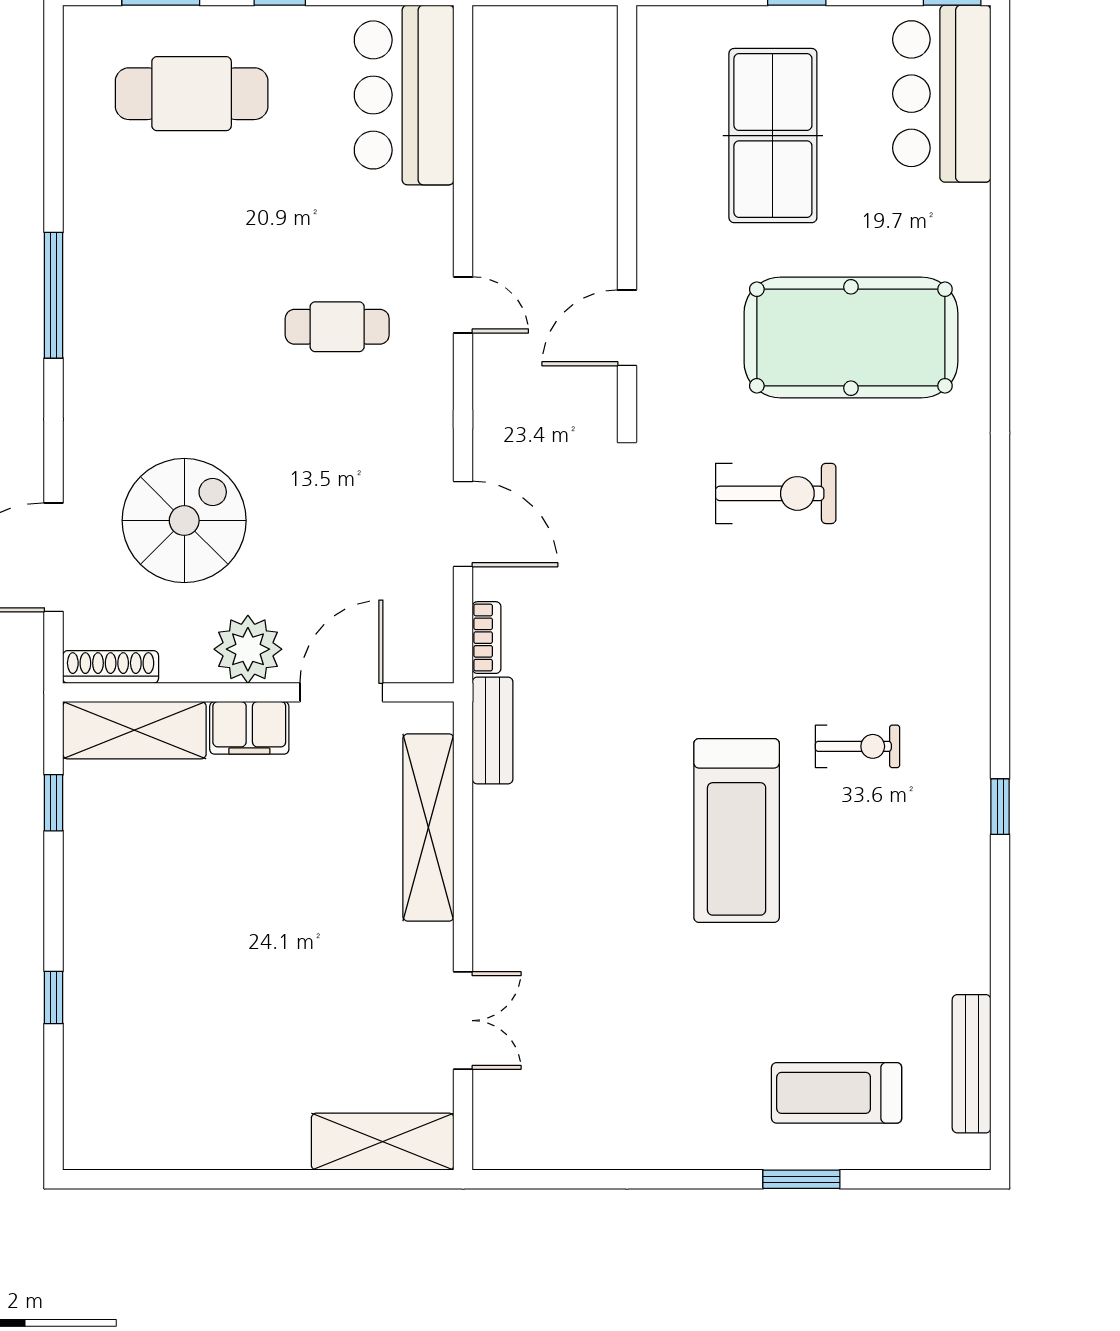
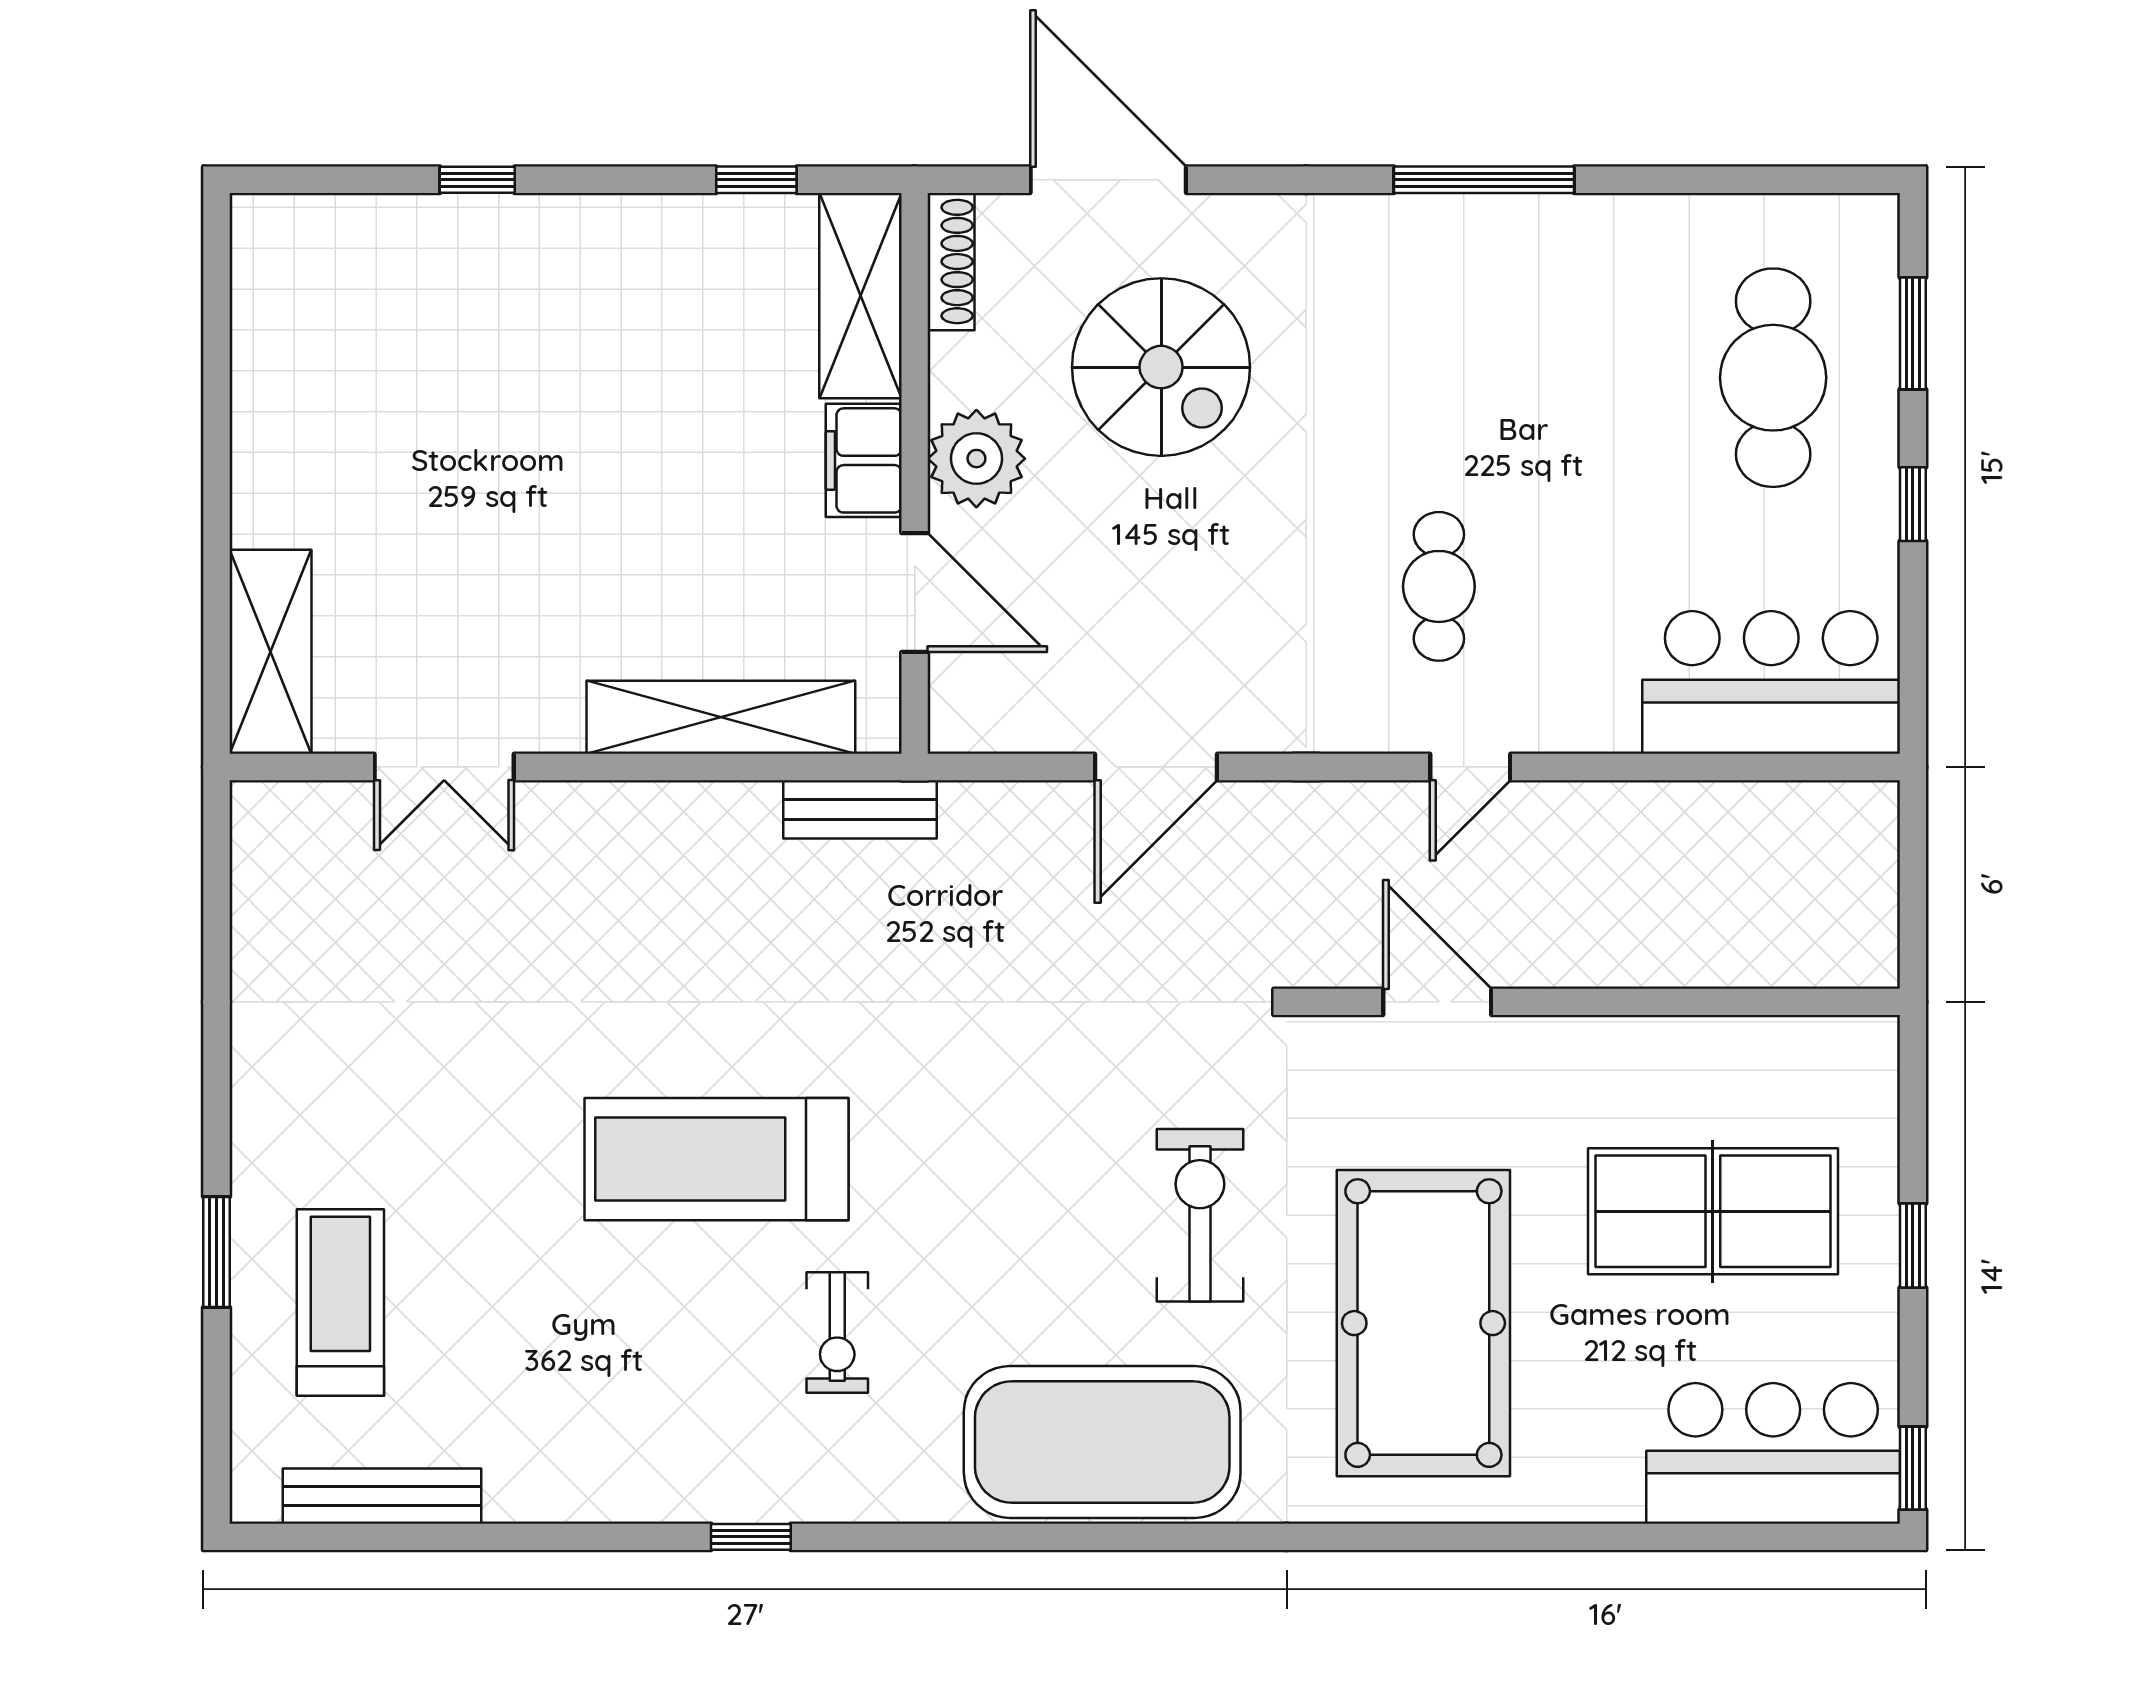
exercise bike: (776, 493) -> (1200, 1215), turned 180
exercise mat: (934, 562) -> (1102, 1442), added
bookcase: (487, 638) -> (993, 801), removed

